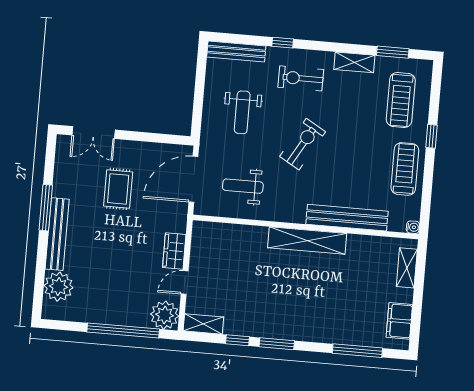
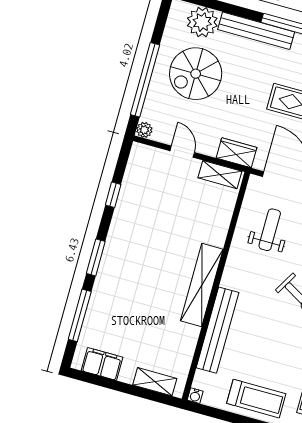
wardrobe: (174, 251) -> (236, 153), moved
spiral stairs: (108, 284) -> (196, 74), added
plant: (165, 315) -> (144, 130), width x0.53, depth x0.53
shelving: (203, 324) -> (220, 175), moved, turned 90
window: (277, 344) -> (96, 257), moved

